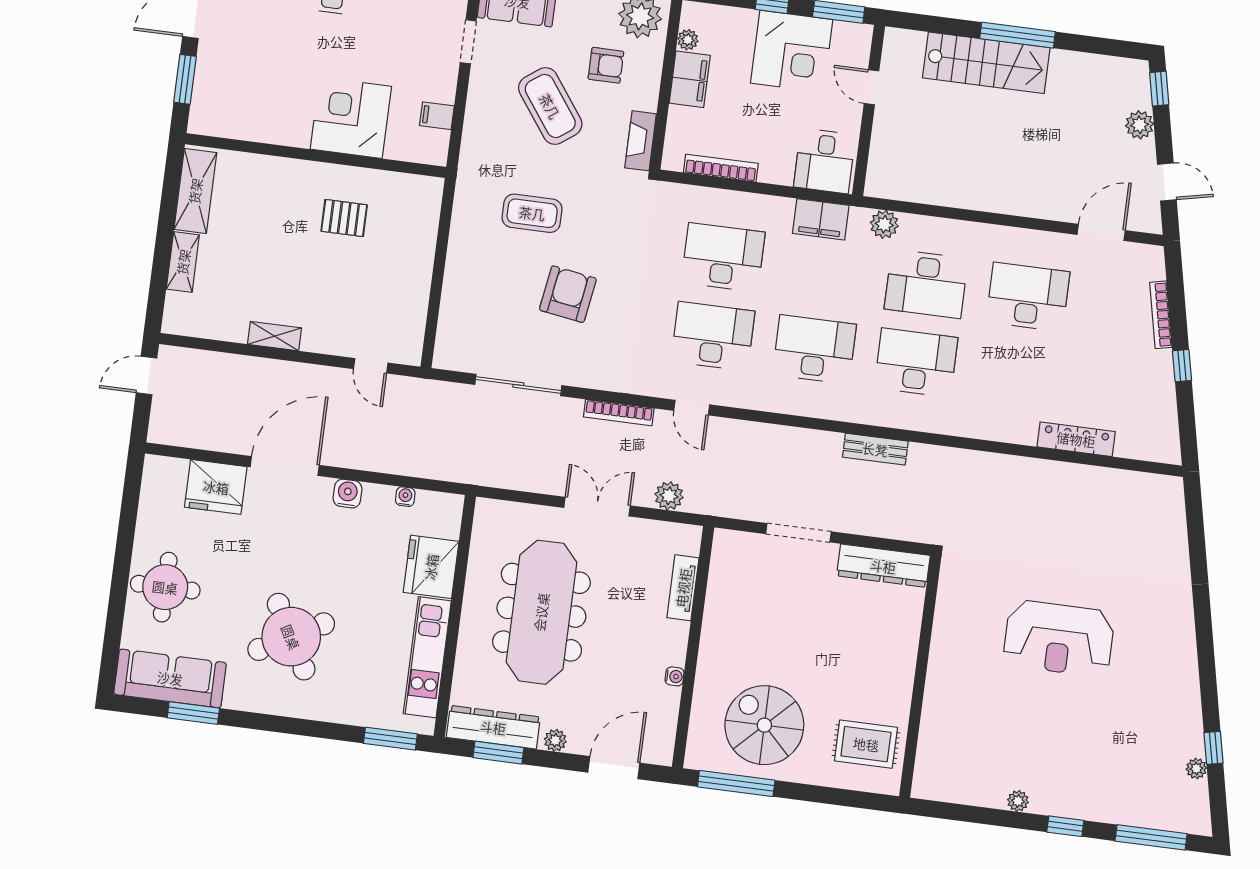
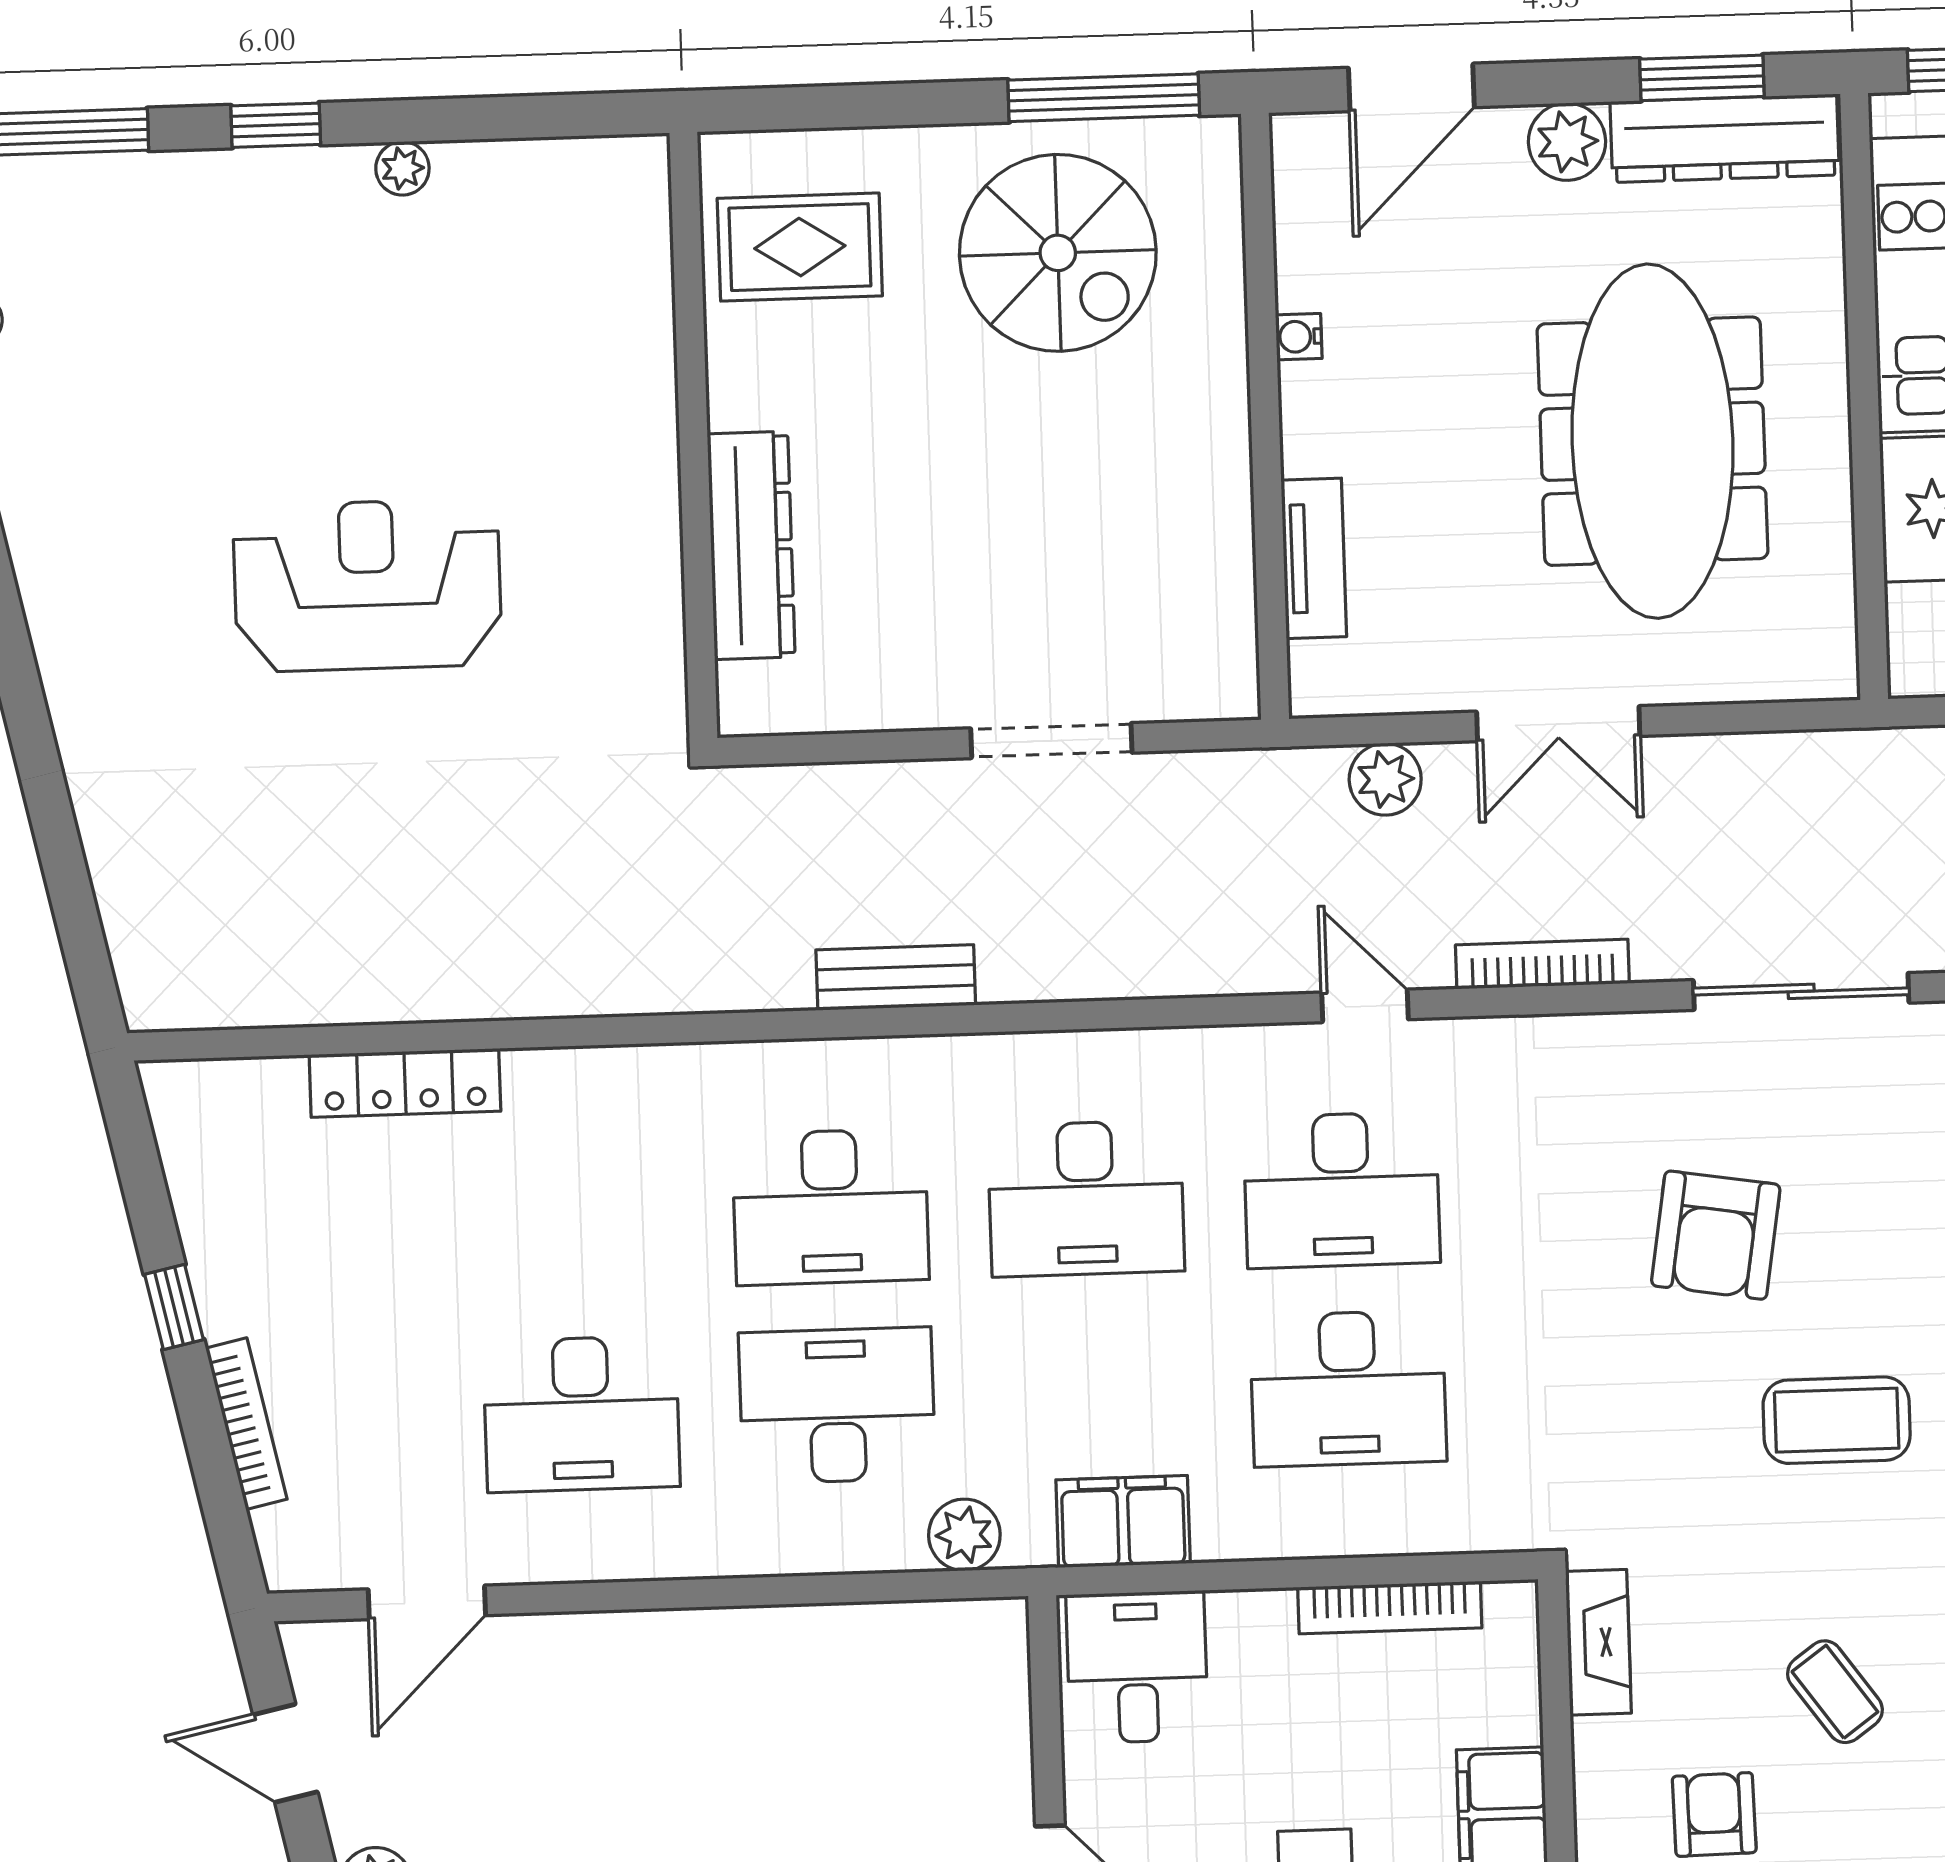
armchair: (606, 65) -> (1714, 1814), turned 89
coffee table: (550, 106) -> (1835, 1692), width x0.54, depth x0.58
dresser: (883, 566) -> (751, 545), moved, turned 90
plant: (555, 740) -> (1567, 142), width x1.38, depth x1.38

